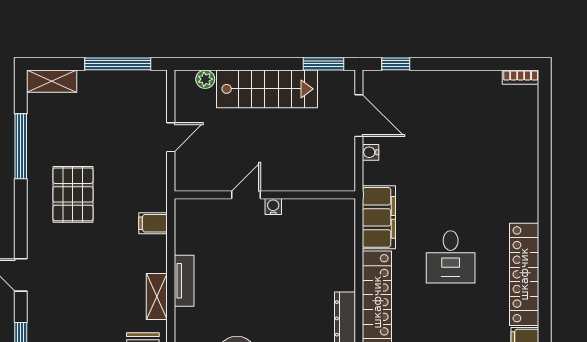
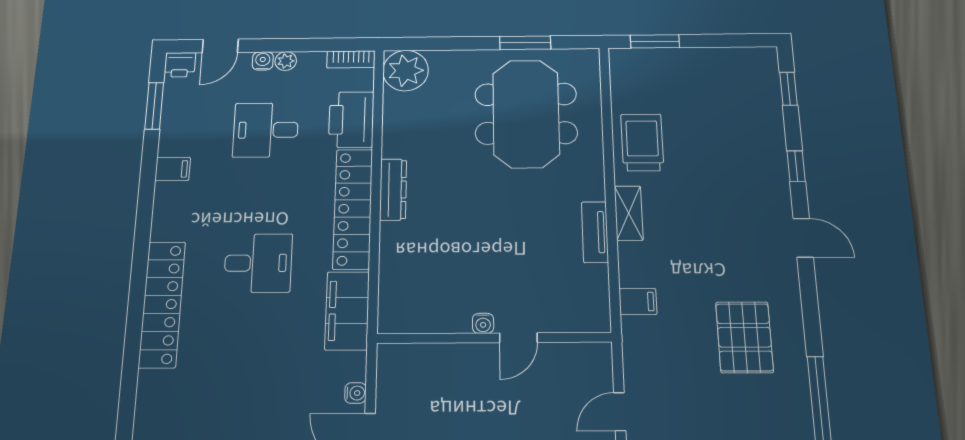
desk: (451, 257) -> (258, 263), turned 90
locker: (524, 274) -> (162, 304), moved

